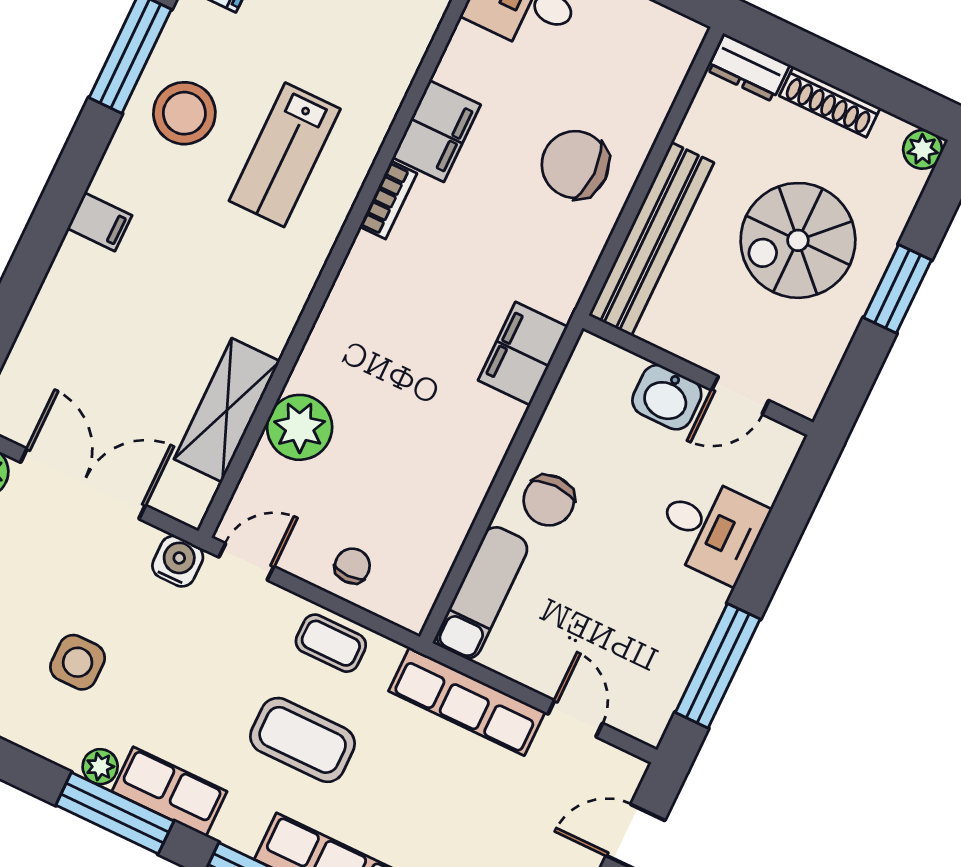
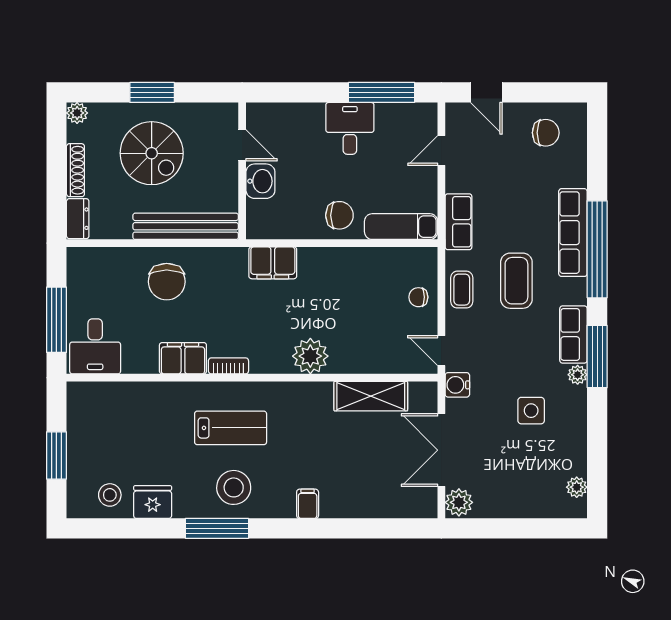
plant: (300, 427) -> (310, 356), moved
desk: (711, 529) -> (350, 128), moved
row of seats: (467, 701) -> (459, 222), width x0.68

